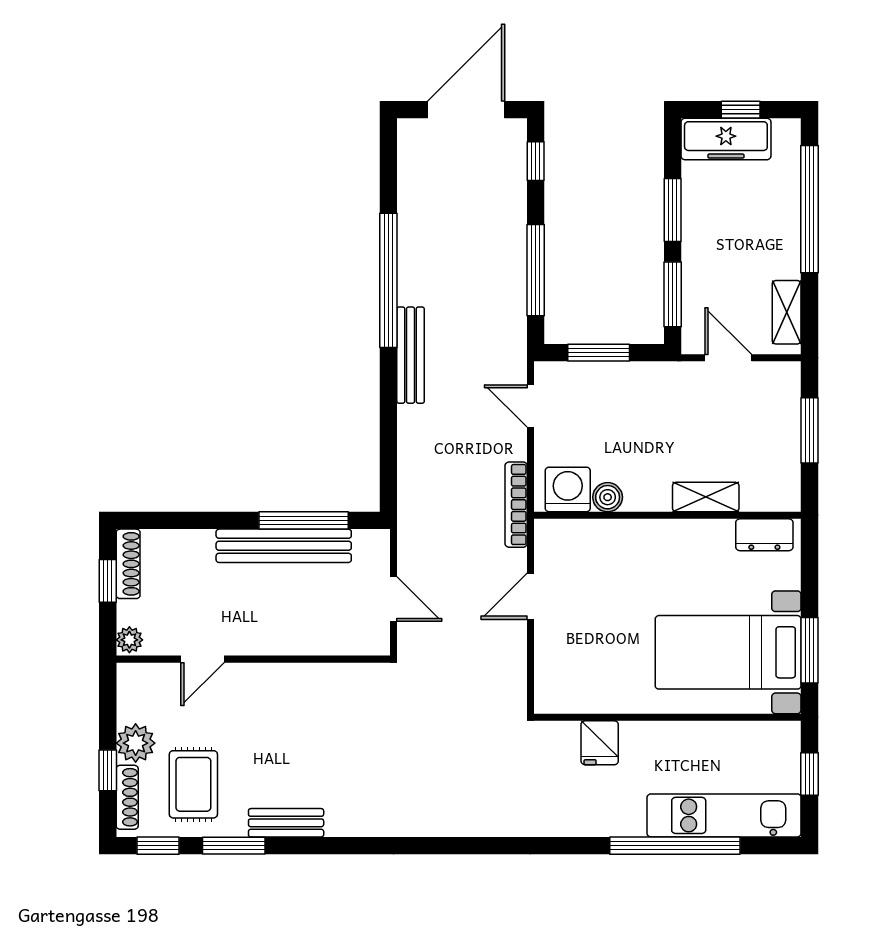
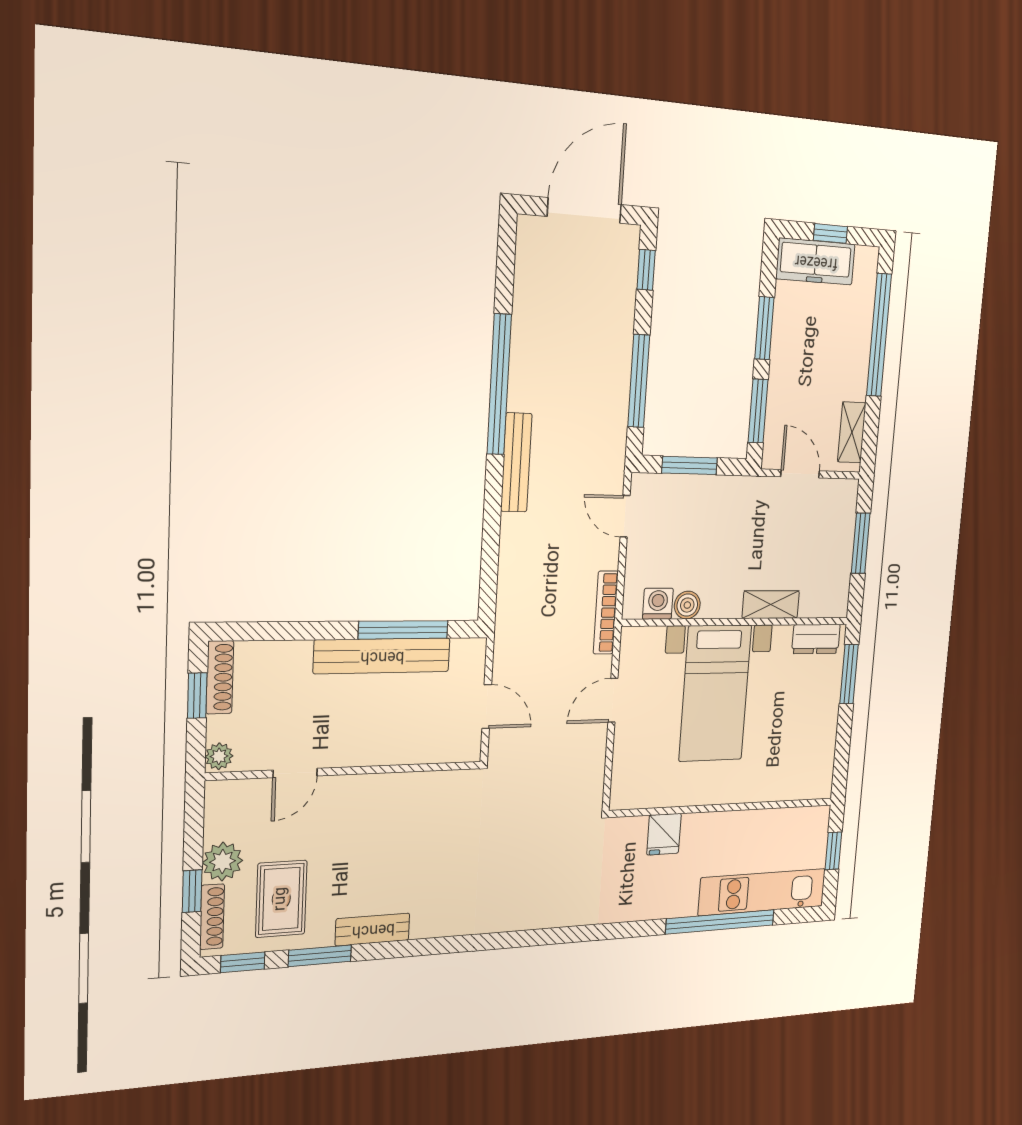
washing machine: (568, 489) -> (658, 604), width x0.73, depth x0.73
window: (810, 650) -> (849, 674), moved
bed with nightstands: (728, 652) -> (715, 693), moved, turned -90

